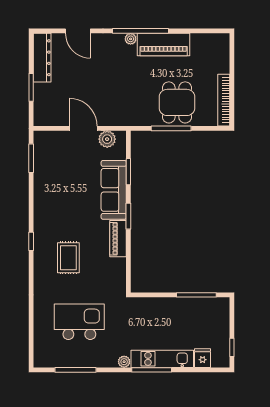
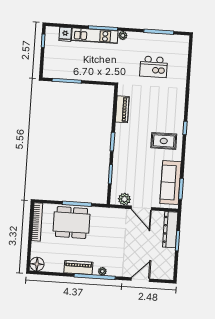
door: (78, 31) -> (140, 280), hinge flipped
floor lamp: (220, 43) -> (37, 264), added
piano: (164, 45) -> (78, 268), width x0.73, depth x0.75
dresser: (42, 58) -> (170, 230), moved
dining table: (177, 102) -> (71, 223), width x1.38
sofa: (114, 190) -> (171, 183), moved, turned 180
piano: (118, 239) -> (122, 109), moved
rug: (68, 258) -> (164, 141), moved, turned 90
kitchen island: (79, 322) -> (154, 67), width x0.73, depth x0.78

